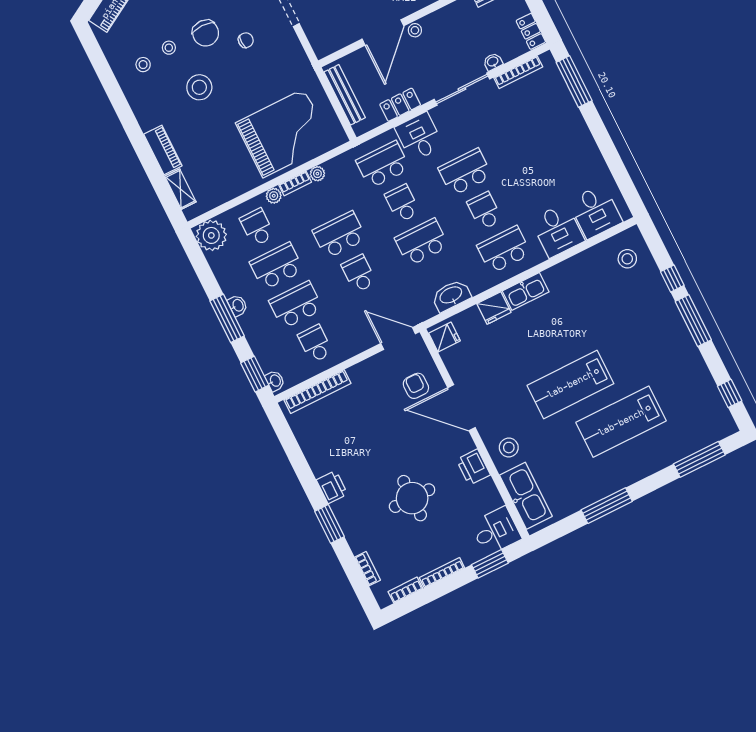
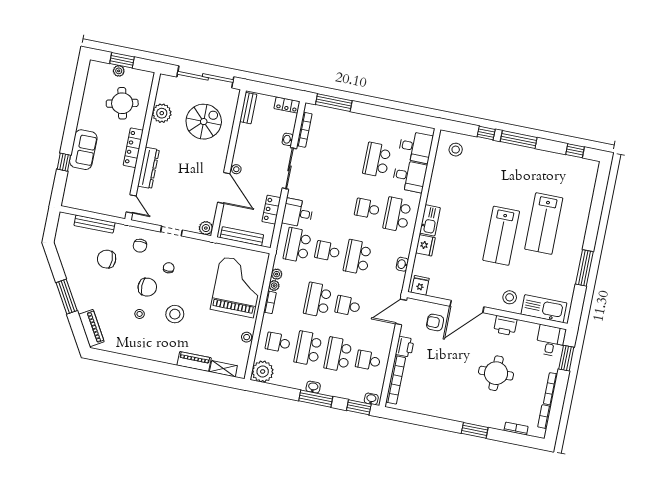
plant: (323, 47) -> (206, 228), added
stool: (143, 65) -> (247, 337), moved
school desk: (465, 172) -> (377, 160), moved
plant: (274, 196) -> (277, 274), moved
washbasin: (451, 296) -> (402, 264), width x0.52, depth x0.69
window: (699, 459) -> (599, 196), removed
printer: (332, 487) -> (405, 347), moved, turned 90

